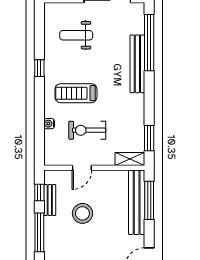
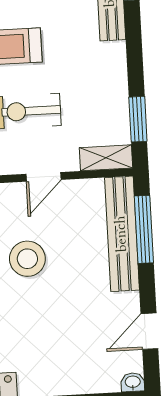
door: (82, 168) -> (43, 177), moved

